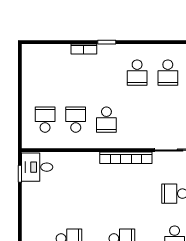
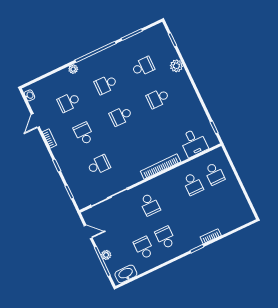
school desk: (106, 120) -> (150, 204), moved, turned 180
bookcase: (126, 158) -> (161, 167), moved
desk: (37, 167) -> (194, 143), moved, turned 90

